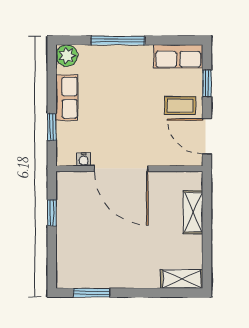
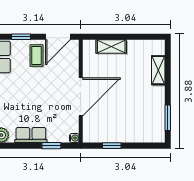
water cooler: (84, 159) -> (74, 138), moved
shelving: (182, 279) -> (158, 70), moved

